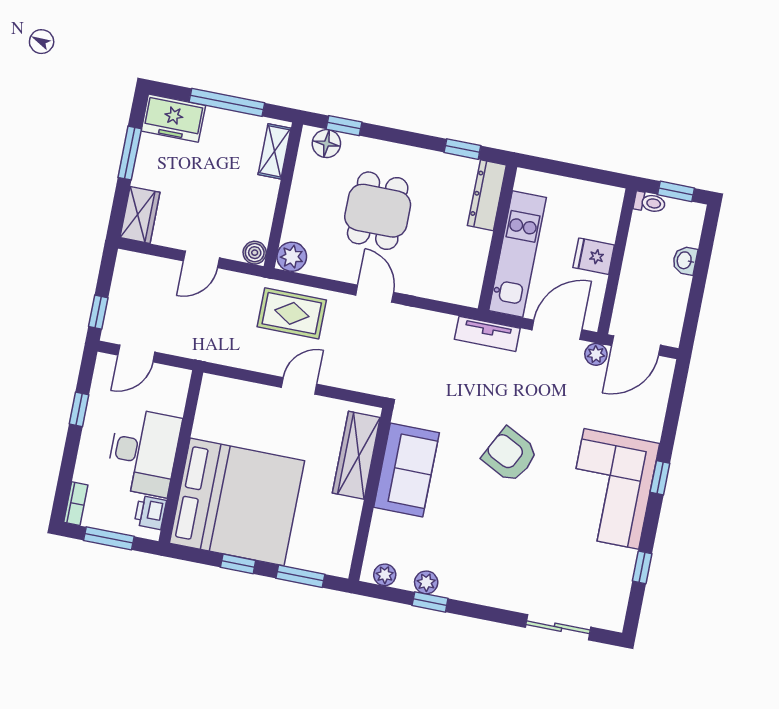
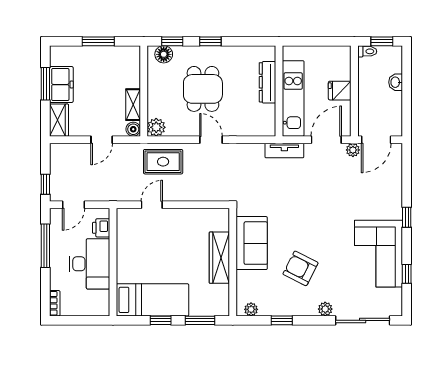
window: (227, 102) -> (98, 41), width x0.69
freezer: (173, 118) -> (61, 85), moved, turned -90
window: (462, 149) -> (210, 41), moved
shelving: (275, 151) -> (133, 105), moved
dresser: (487, 195) -> (267, 82), moved
door: (299, 386) -> (152, 205), moved
window: (79, 409) -> (45, 246), width x2.17
wardrobe: (356, 455) -> (219, 258), moved
armchair: (510, 455) -> (300, 268), moved
corner sofa: (611, 489) -> (378, 254), moved
bed: (237, 502) -> (152, 300), width x0.49
printer: (150, 513) -> (101, 228), moved
window: (109, 538) -> (79, 320), removed
plant: (426, 582) -> (325, 309), moved
sliding door: (558, 627) -> (363, 320), width x1.37

